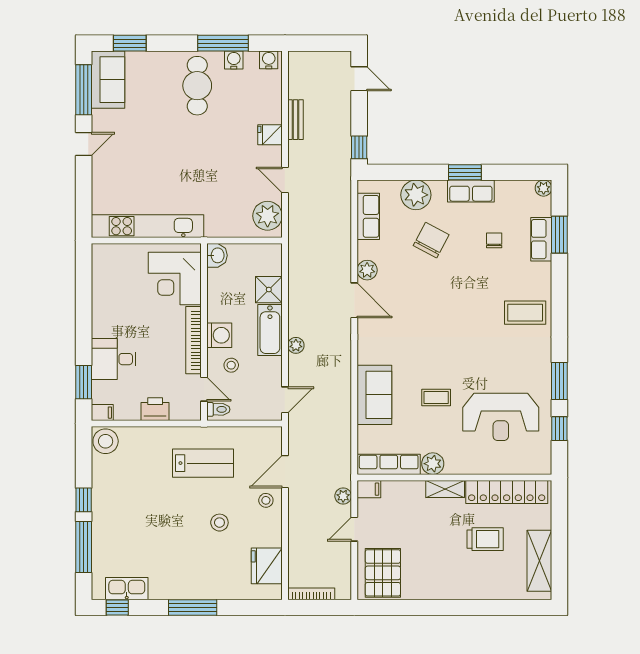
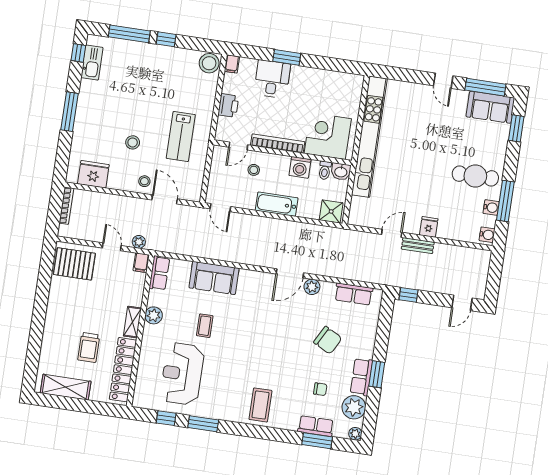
bench: (295, 120) -> (418, 246), moved
plant: (416, 195) -> (354, 407), moved
plant: (268, 216) -> (366, 216), removed
kitchen unit: (147, 226) -> (369, 137), width x1.36
shower: (269, 290) -> (331, 211), moved
washing machine: (219, 335) -> (300, 167), moved
plant: (296, 345) -> (262, 223), removed
window: (84, 382) -> (287, 57), moved
toilet: (218, 409) -> (325, 170), moved
row of seats: (389, 464) -> (159, 273), width x0.68

